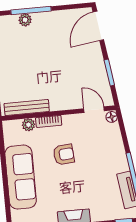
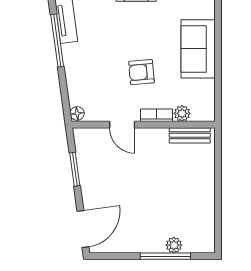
bench: (27, 107) -> (190, 135), width x0.73
door: (94, 110) -> (122, 125), moved
sofa: (21, 177) -> (198, 49), width x0.73

